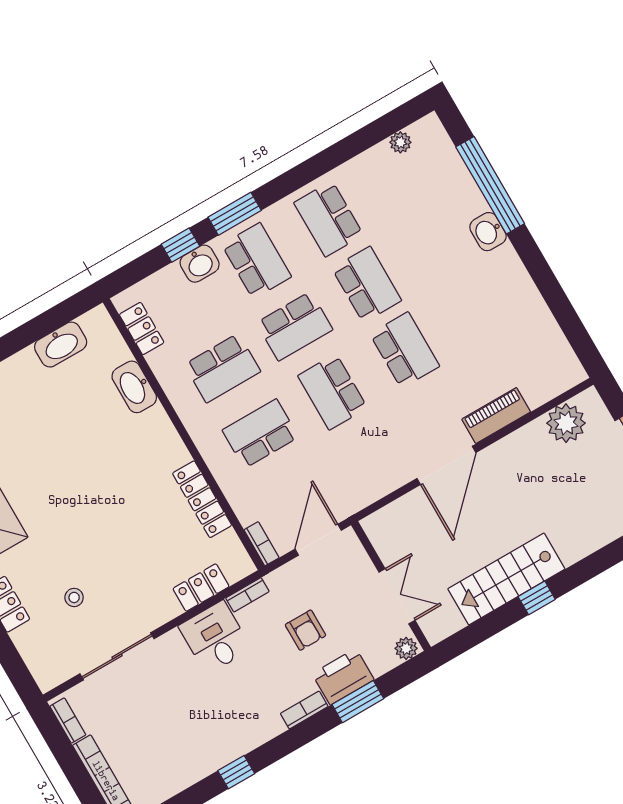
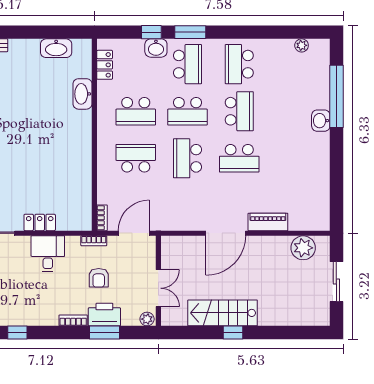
school desk: (405, 350) -> (239, 158), turned 90
locker: (202, 499) -> (84, 175), removed
locker: (201, 587) -> (40, 222), moved
bookcase: (247, 595) -> (94, 241), moved

